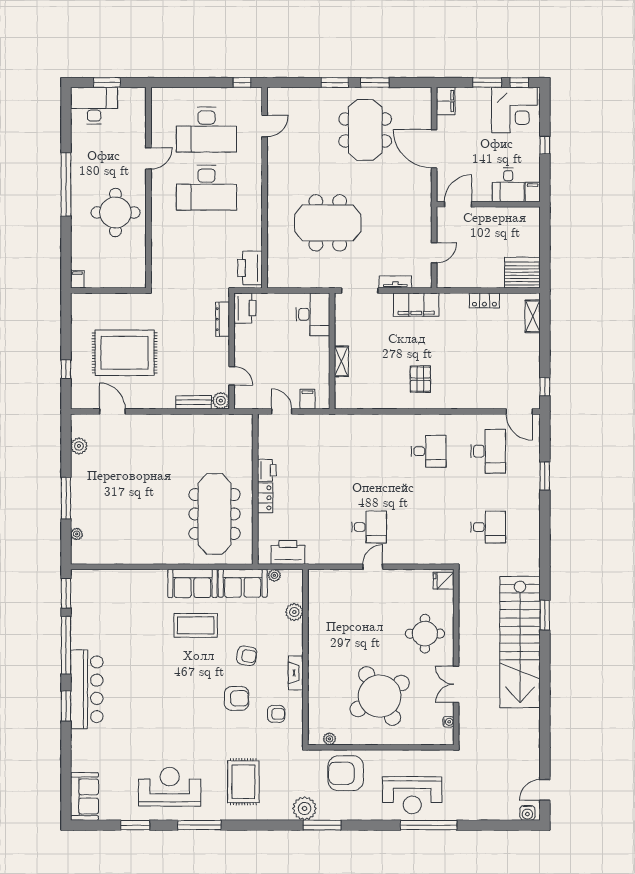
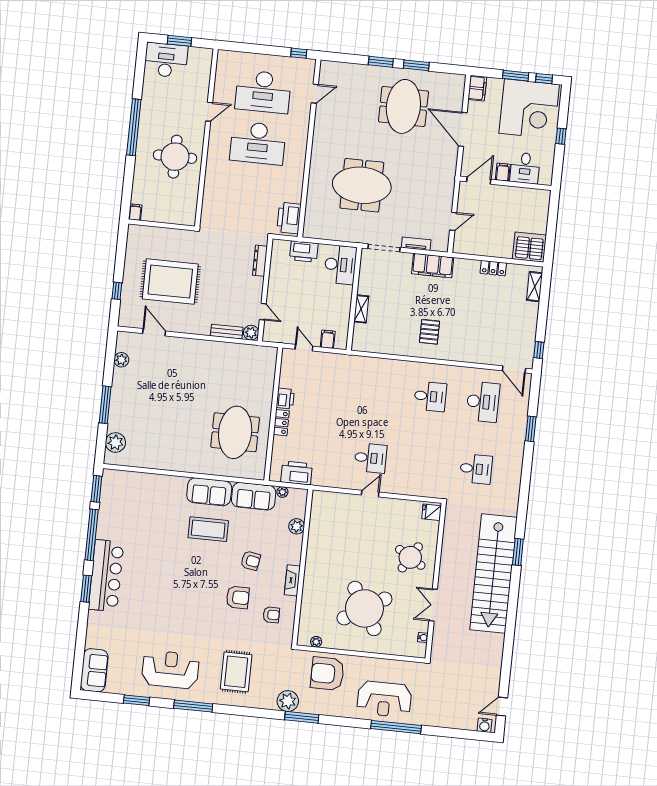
corner desk: (514, 110) -> (529, 109), width x1.36, depth x1.36
filing cabinet: (533, 192) -> (503, 172), moved
printer: (245, 308) -> (304, 252), moved, turned 90
meeting table: (215, 514) -> (235, 432), width x0.73
plant: (77, 534) -> (115, 442), width x1.88, depth x1.88
round table: (425, 634) -> (410, 557), turned 31

